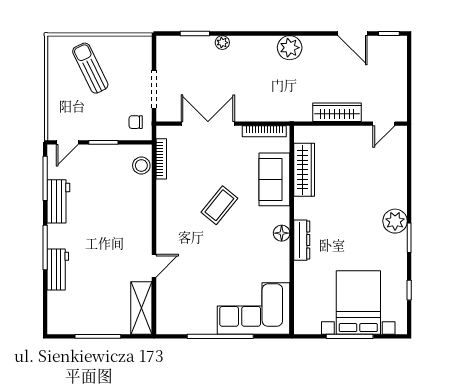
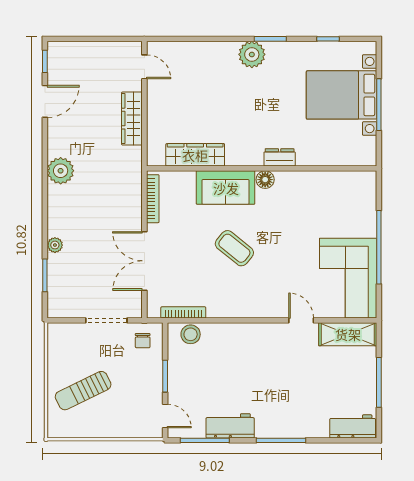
sofa: (274, 179) -> (226, 188), moved
dresser: (302, 240) -> (280, 157), width x0.70
workbench: (58, 270) -> (353, 426), moved
corner sofa: (253, 308) -> (348, 278), moved

